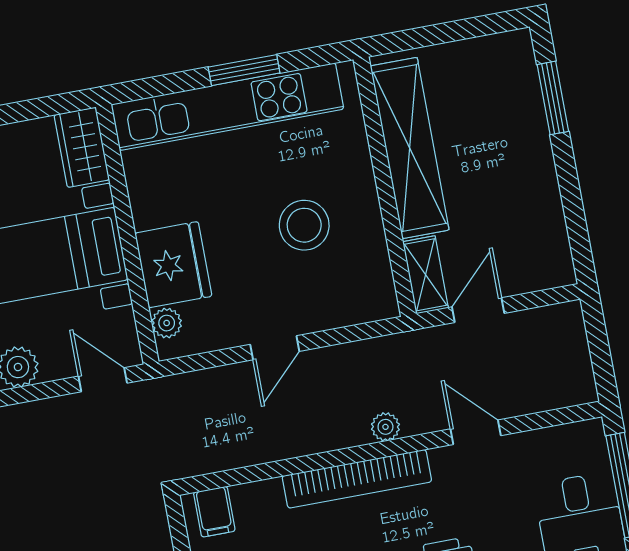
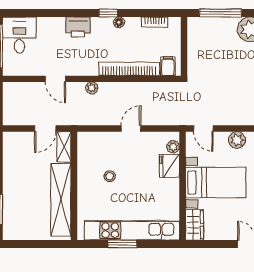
stool: (304, 225) -> (110, 176), width x0.53, depth x0.53
fridge: (173, 265) -> (169, 166), width x0.73, depth x0.75
bookcase: (357, 479) -> (129, 69), moved

